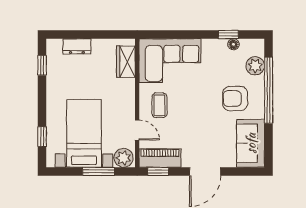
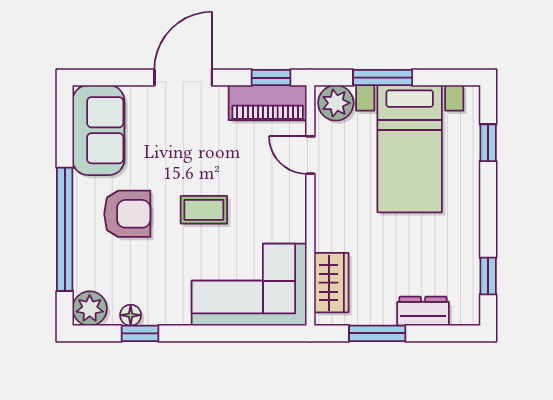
window: (101, 35) -> (377, 333), added
plant: (255, 66) -> (90, 308), moved
coffee table: (159, 105) -> (204, 210), moved, turned 90

